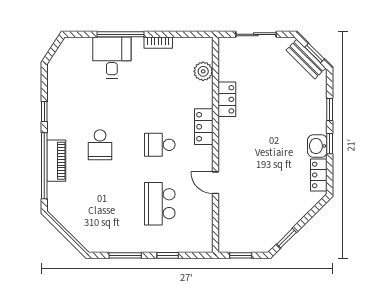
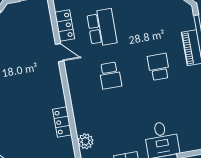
locker: (204, 127) -> (65, 25), moved
school desk: (160, 145) -> (110, 75), turned 90

